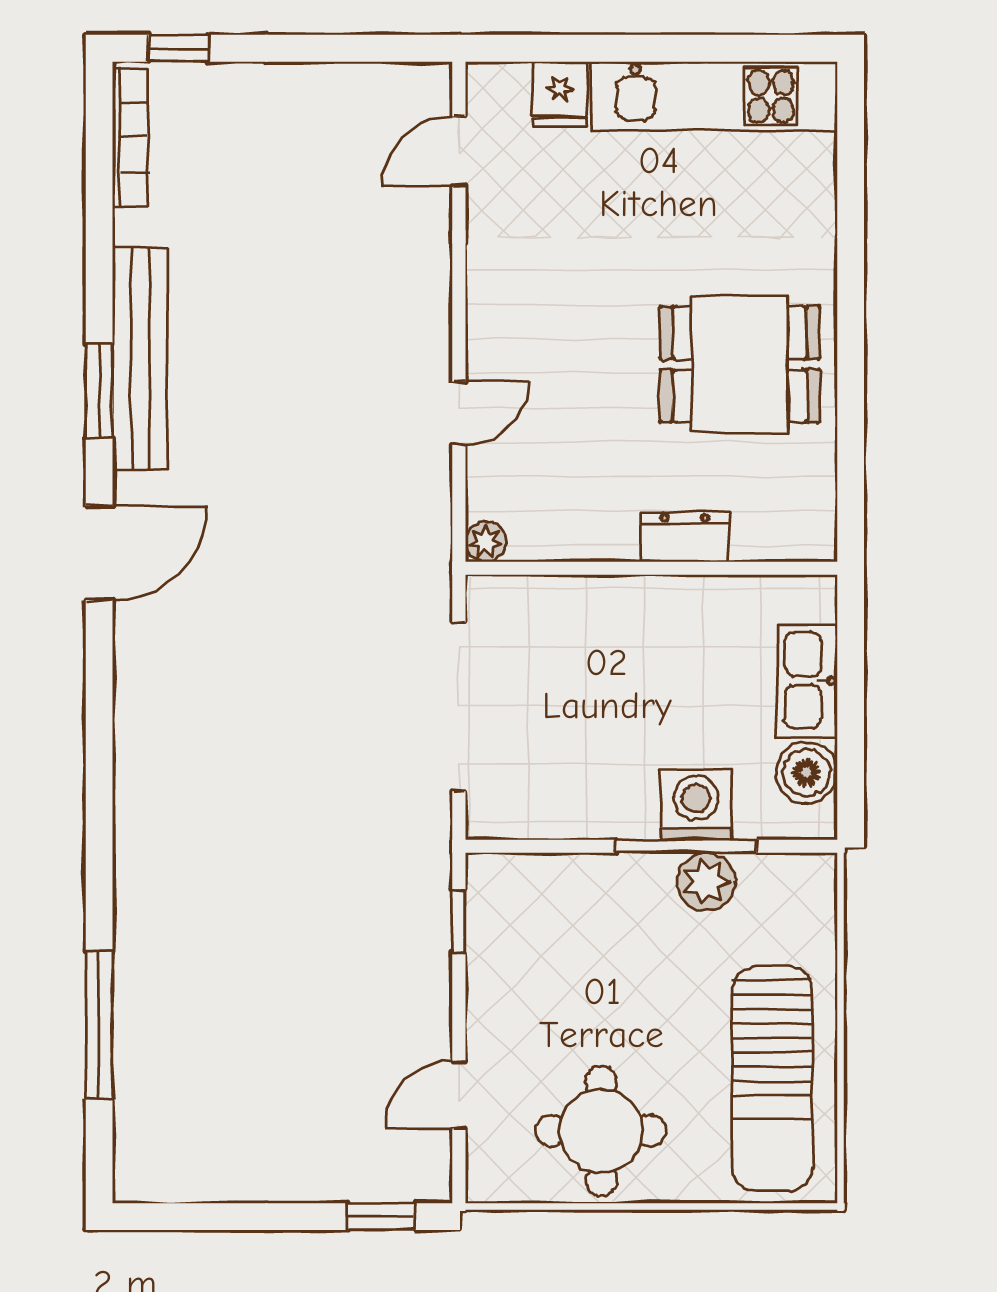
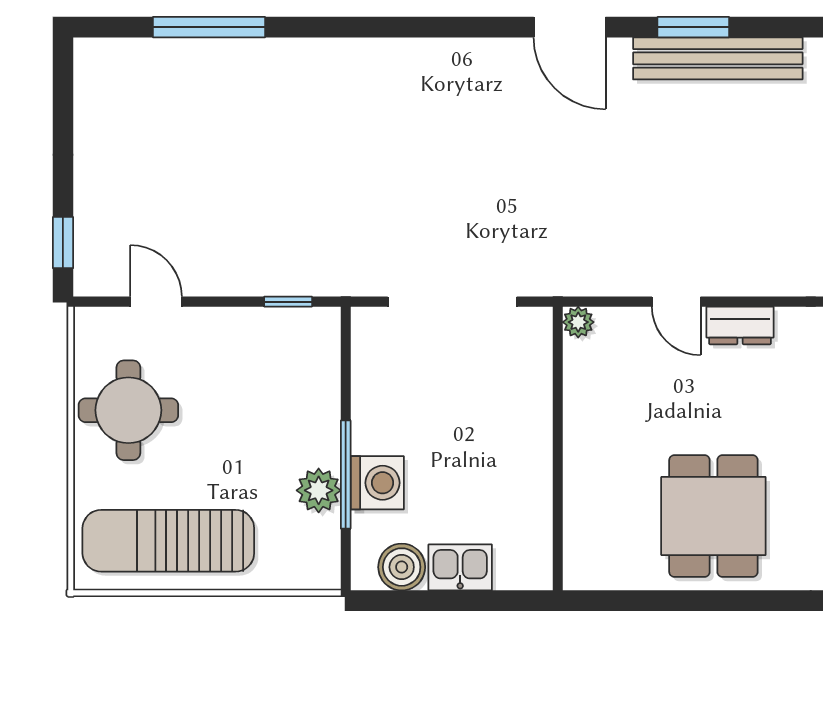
dresser: (685, 537) -> (740, 325), moved, turned 90
kitchen sink: (807, 681) -> (460, 567), width x0.73

